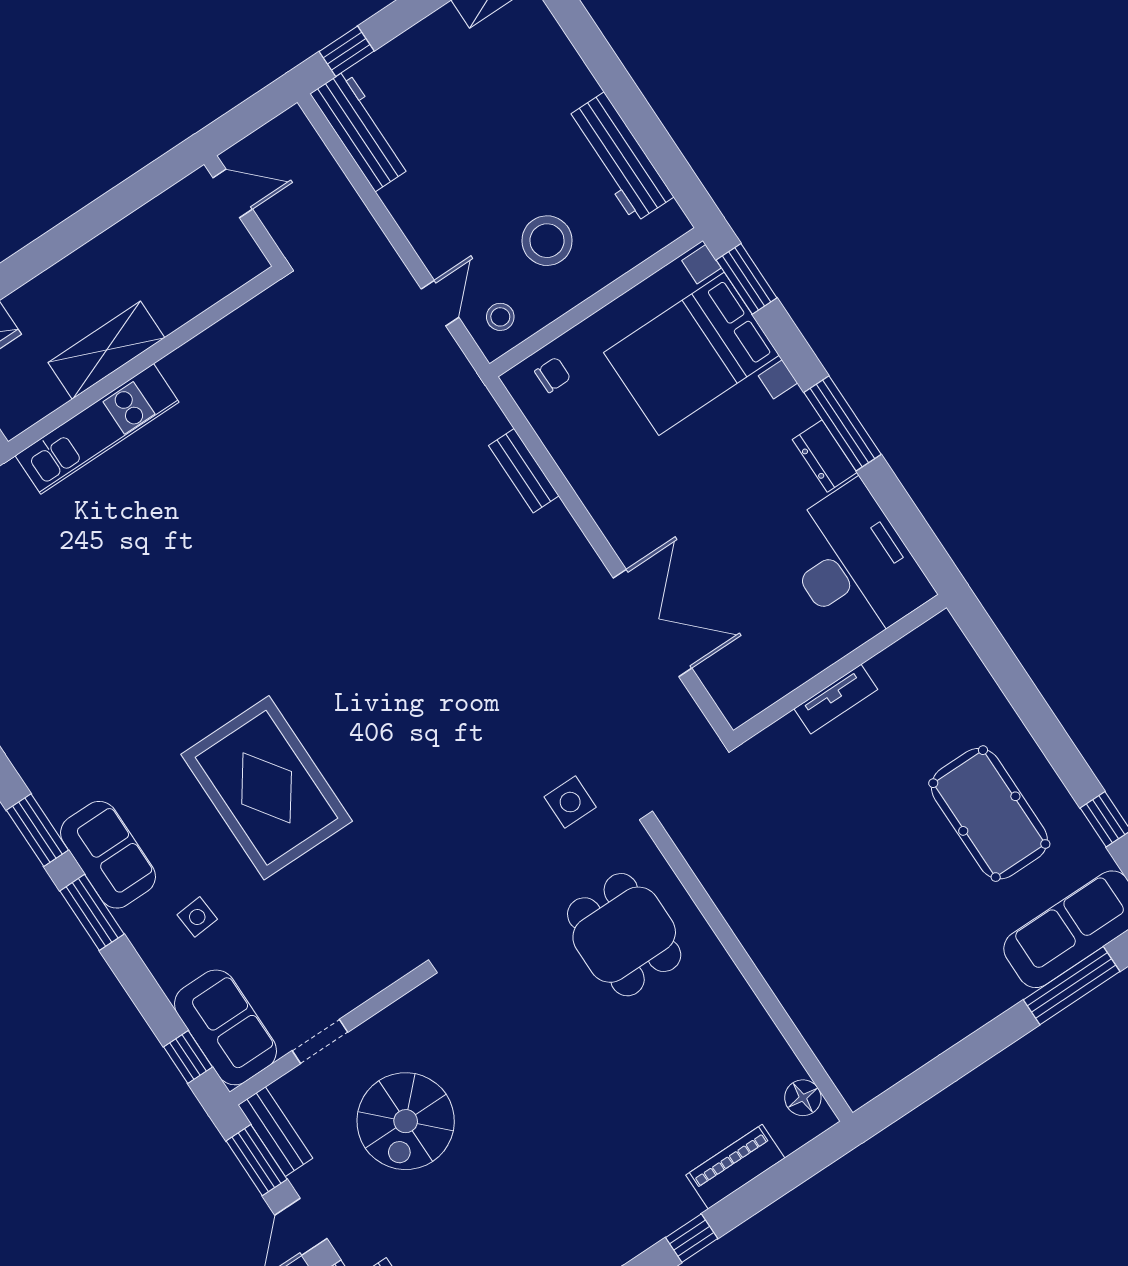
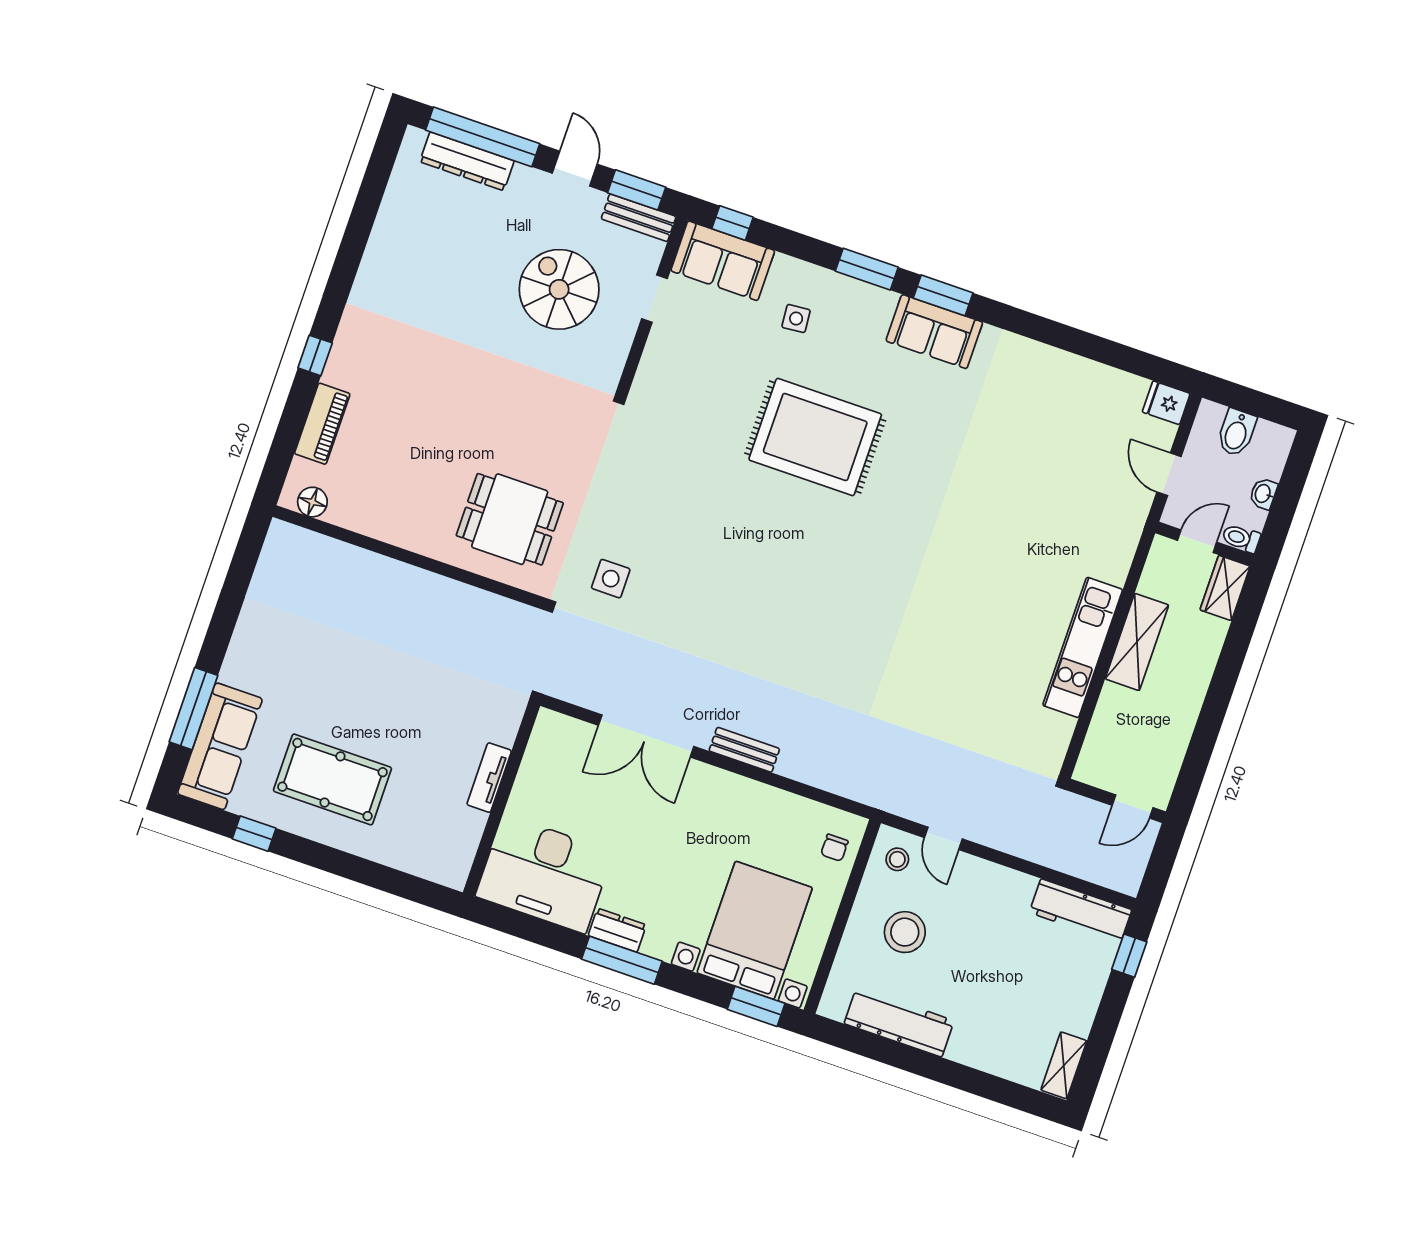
kitchen unit: (97, 429) -> (1083, 647), moved
bench: (524, 471) -> (744, 750), moved
sofa: (108, 855) -> (934, 332), moved

